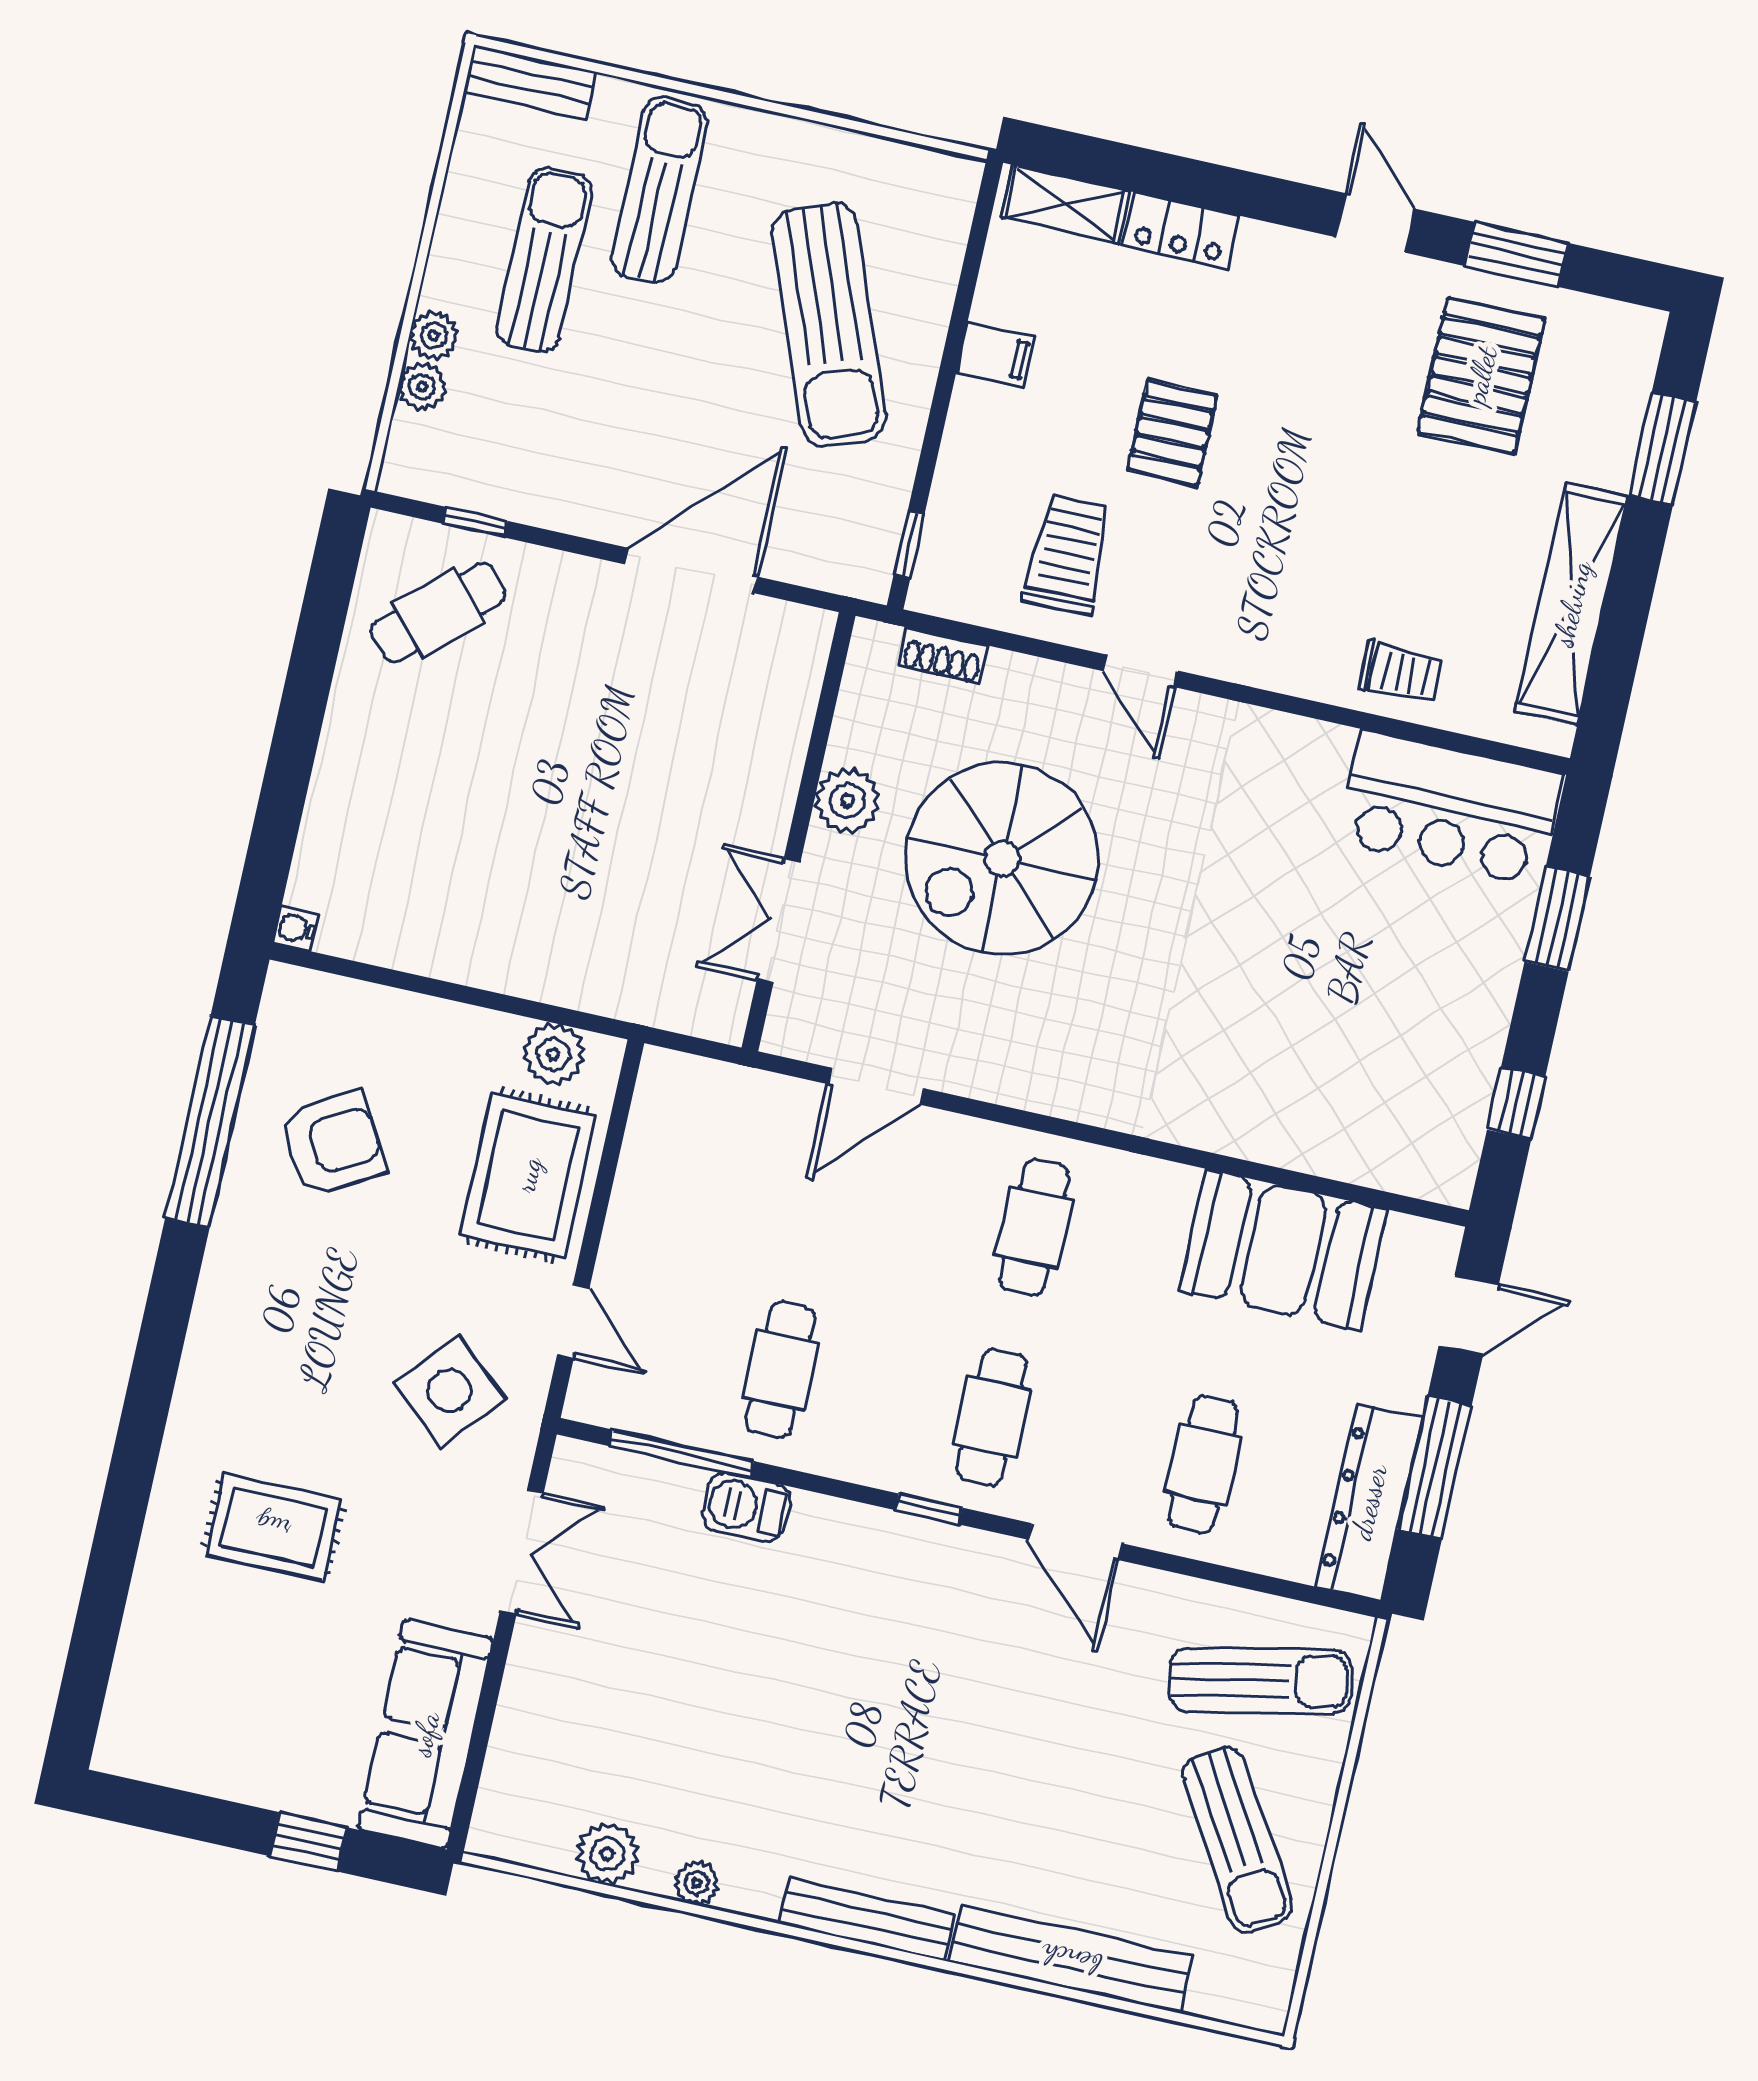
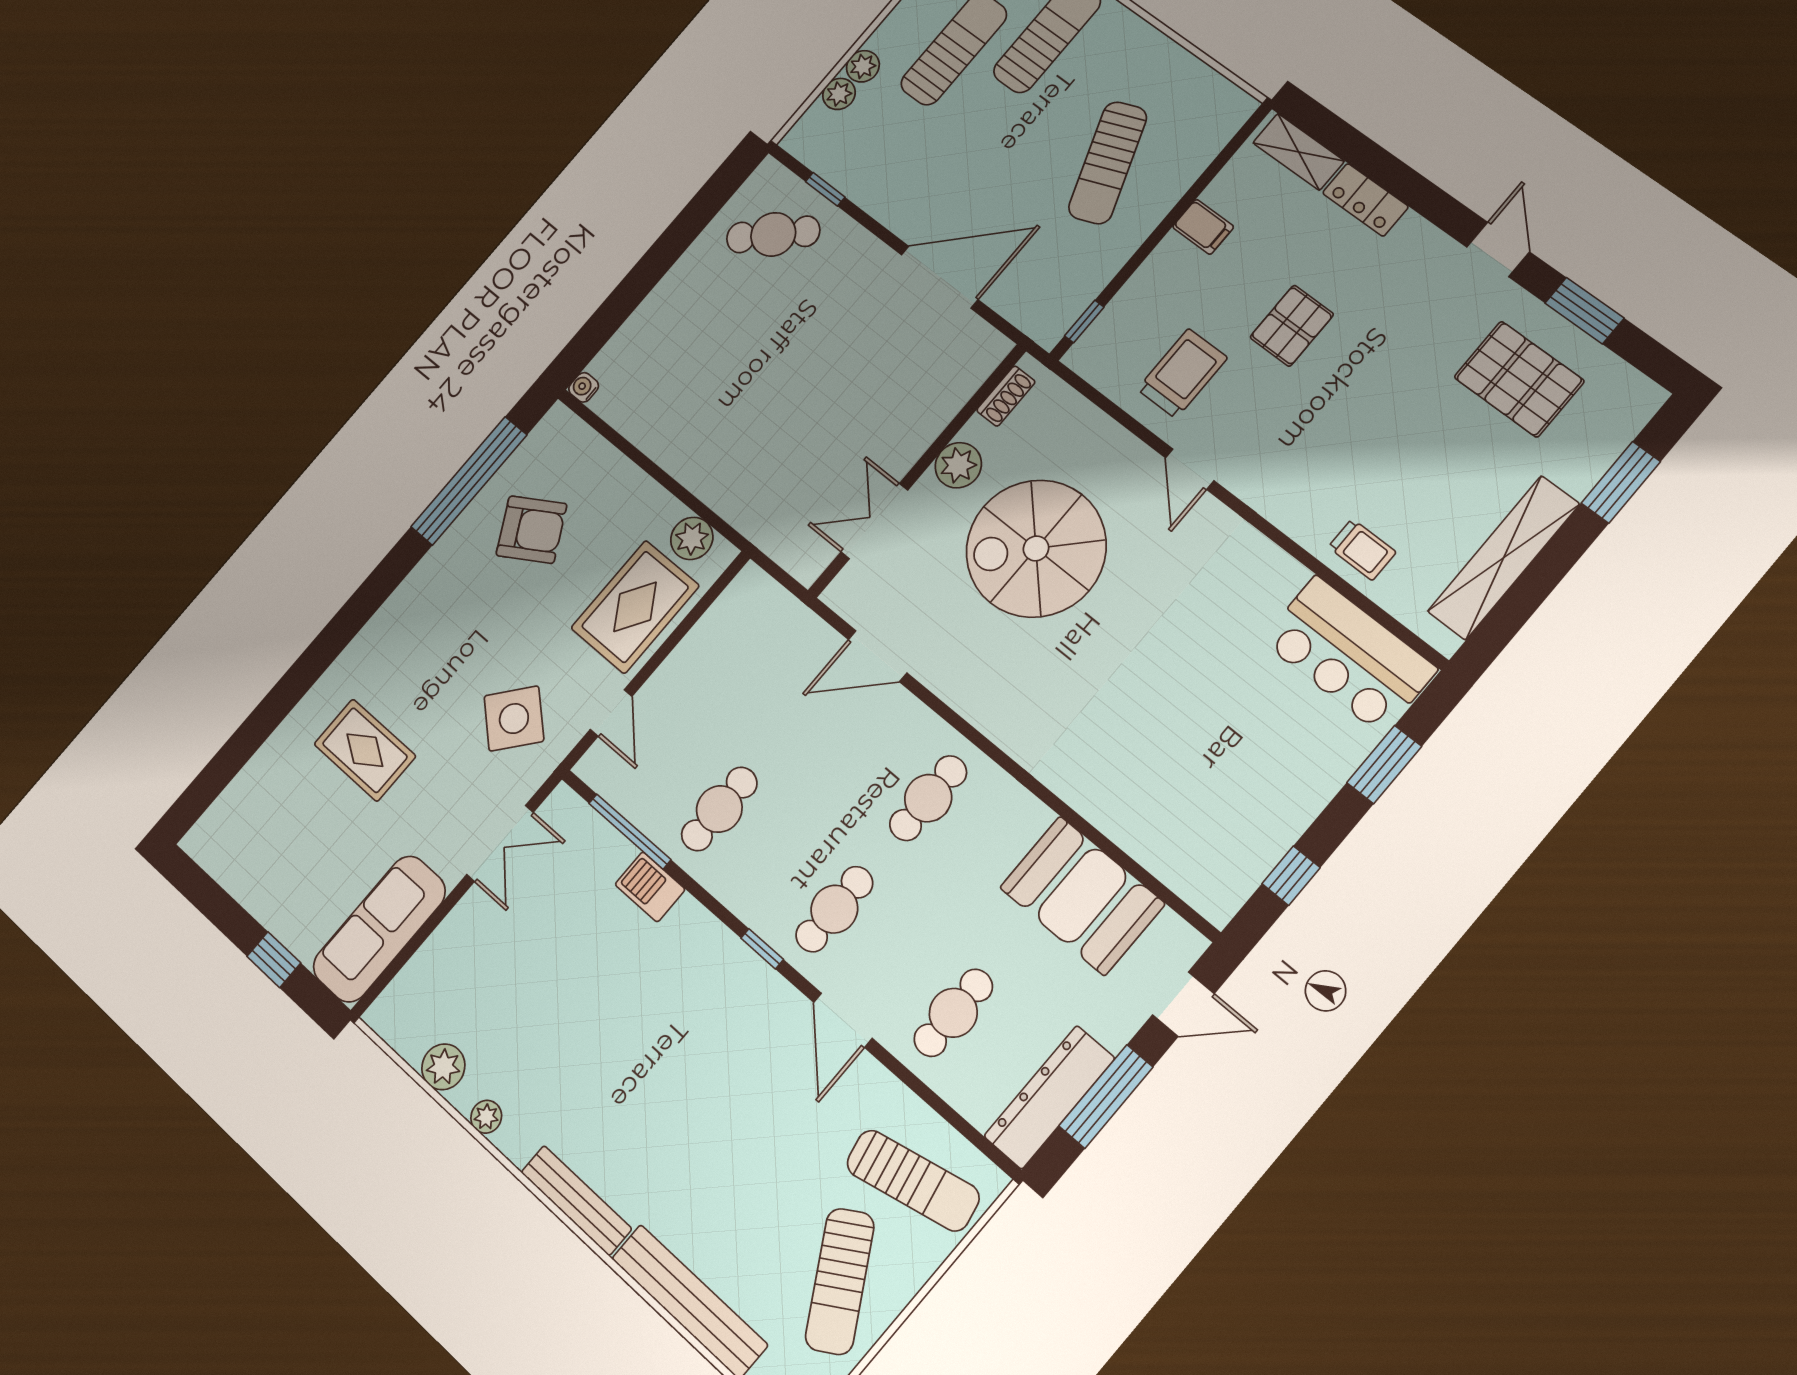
sun lounger: (829, 324) -> (1108, 163), width x0.73, depth x0.75
pallet: (1481, 375) -> (1519, 379), turned 90
shoe rack: (943, 656) -> (1006, 396), moved, turned -90

